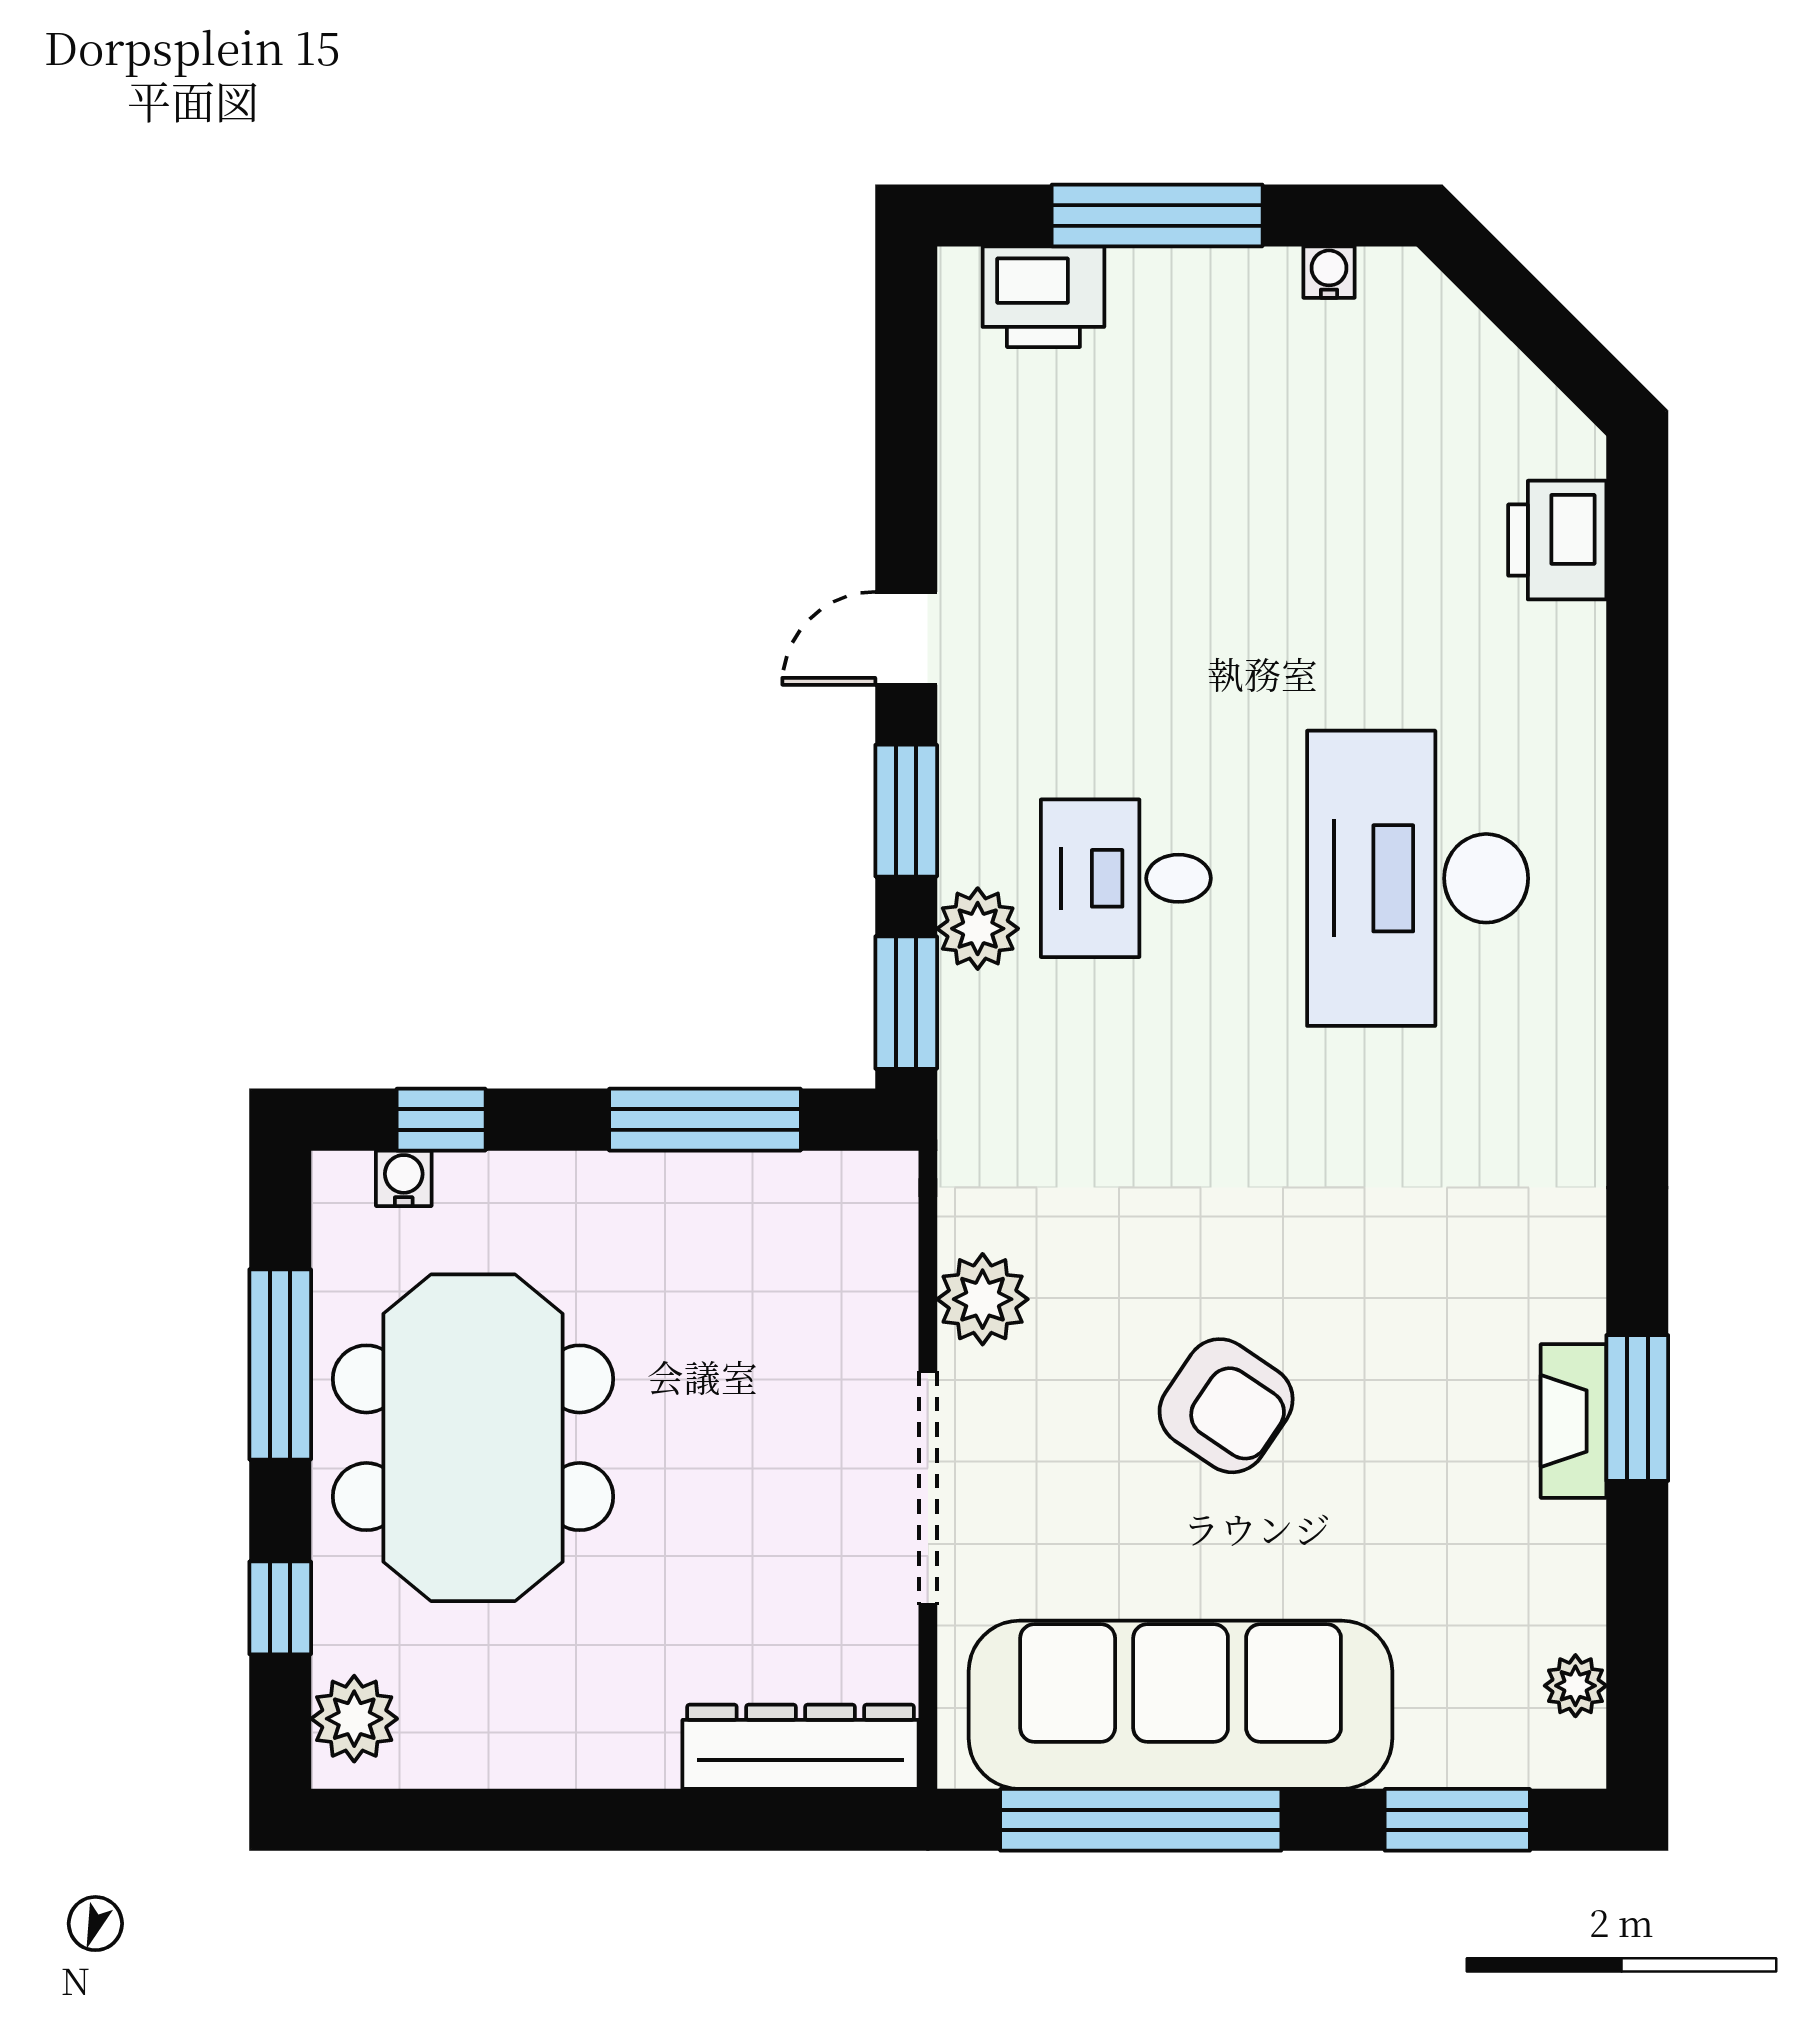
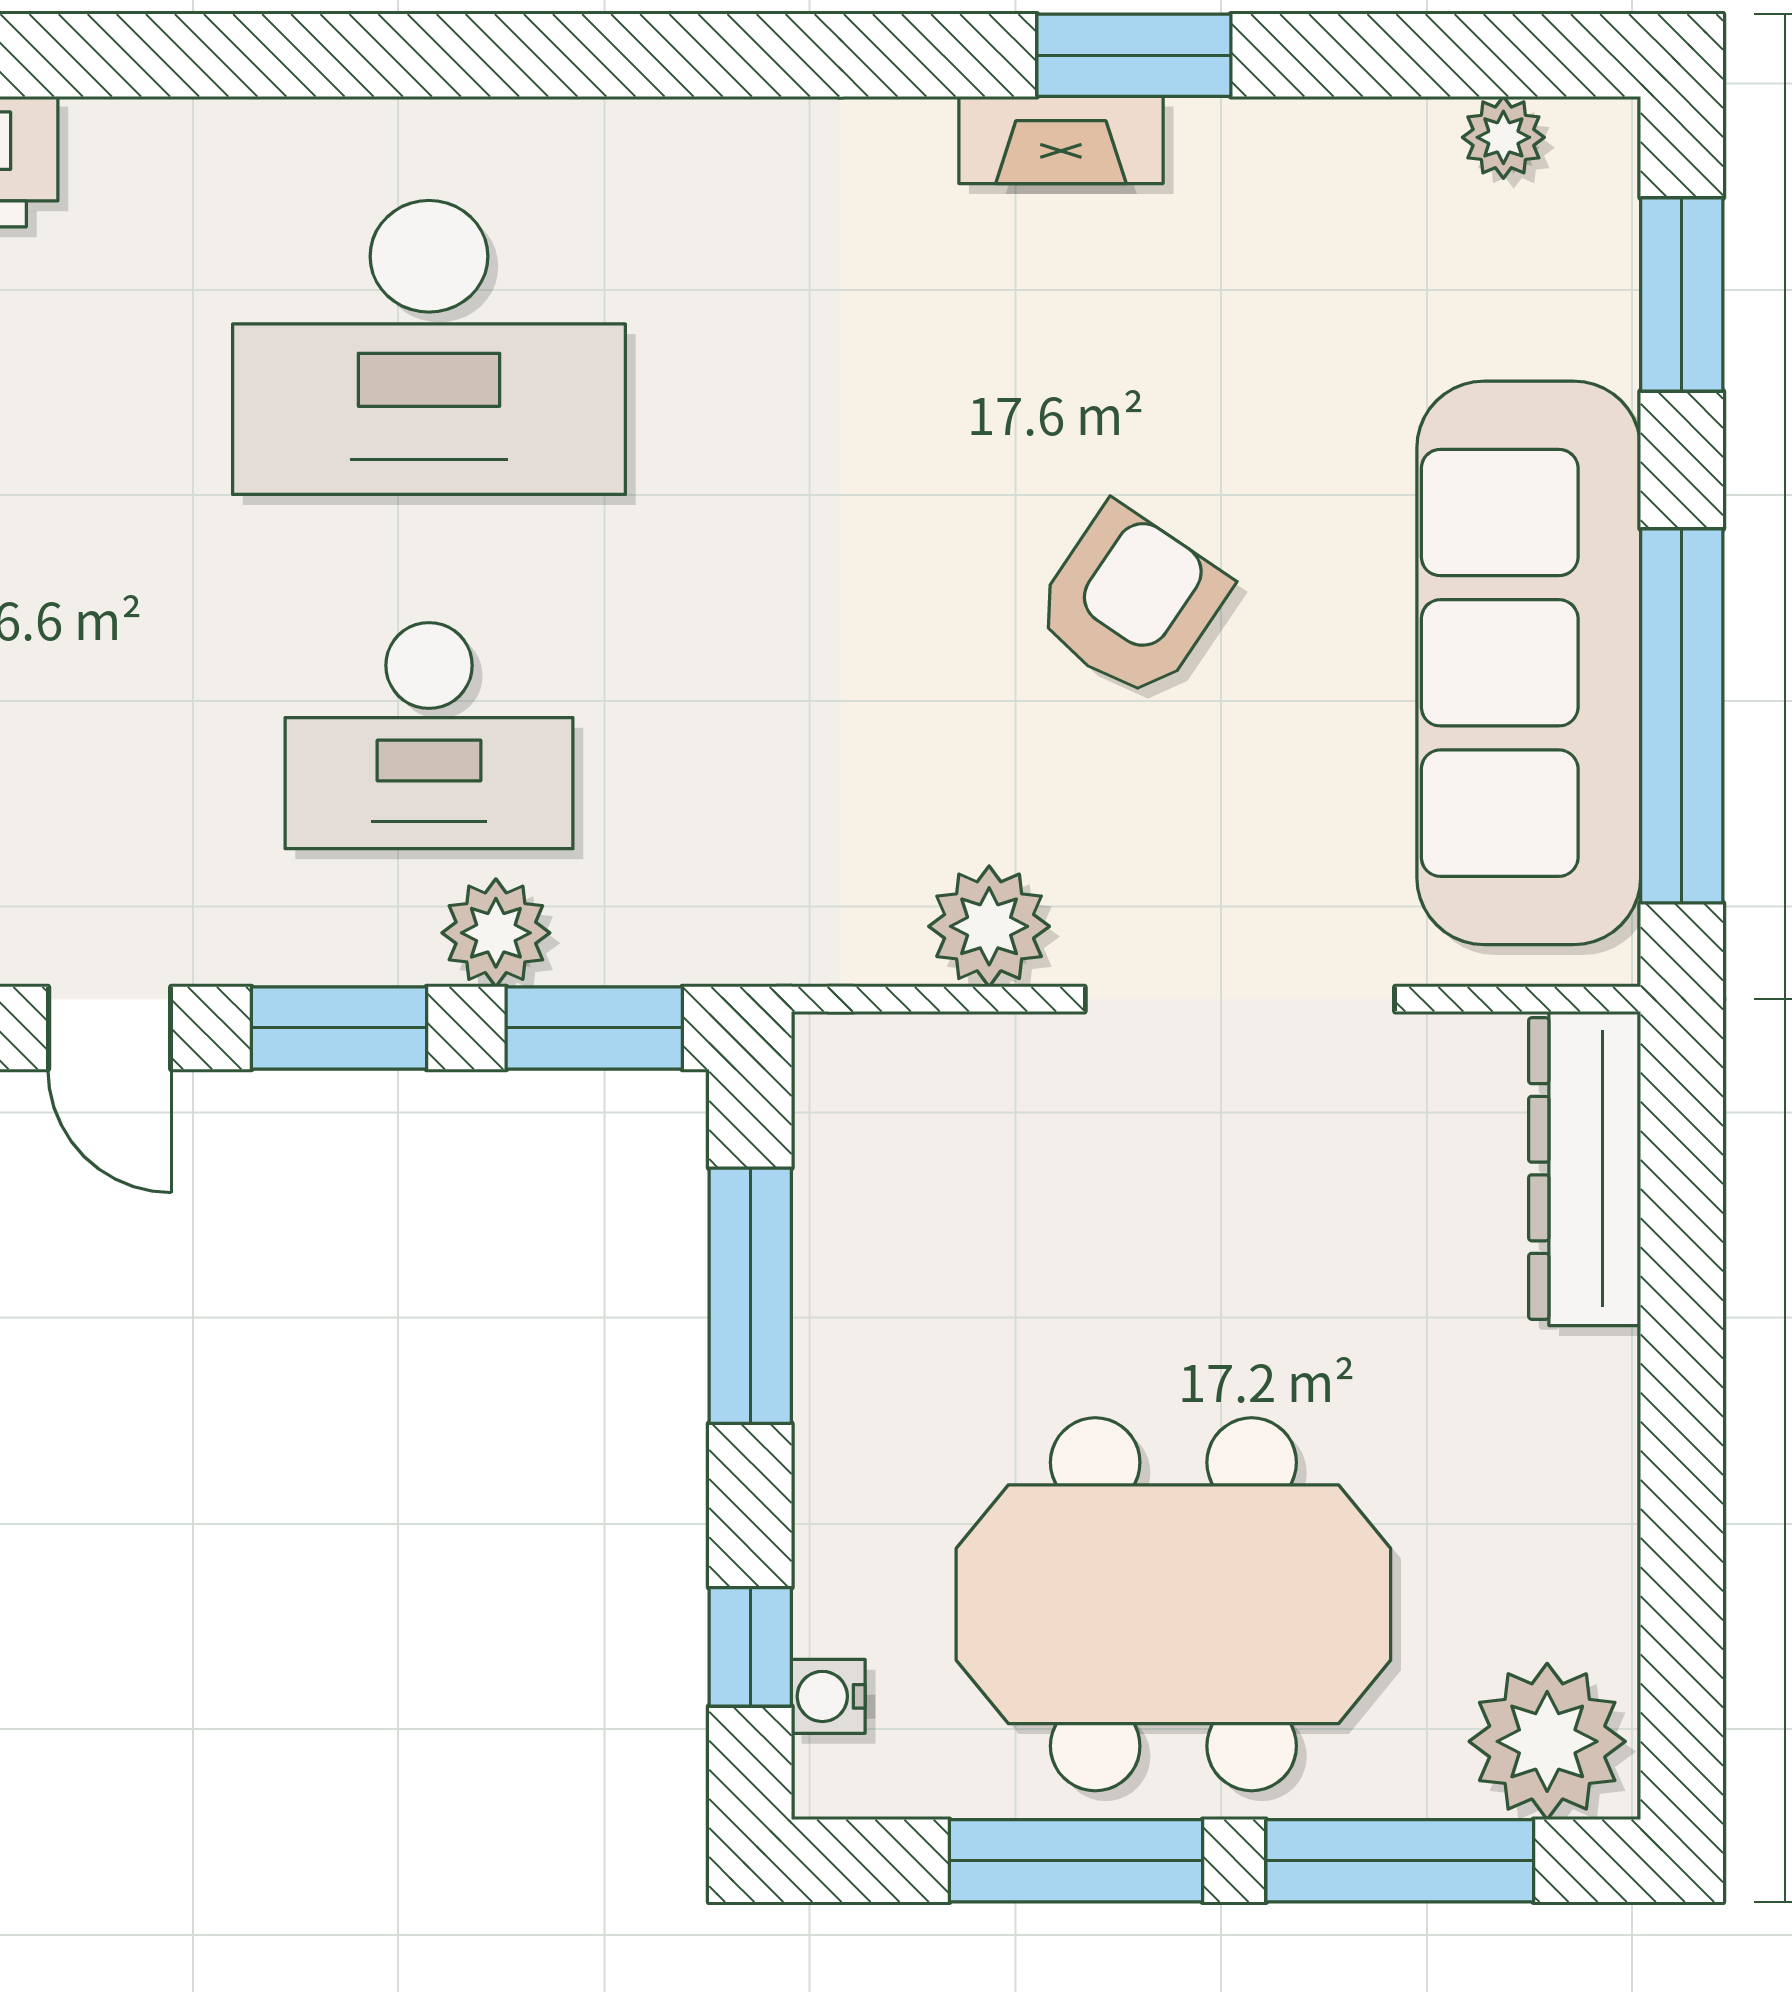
desk: (1126, 878) -> (429, 736), width x1.37
fireplace: (1574, 1421) -> (1061, 140), moved
window: (280, 1608) -> (1400, 1861), width x2.17
plant: (354, 1719) -> (1547, 1741), width x1.36, depth x1.36

